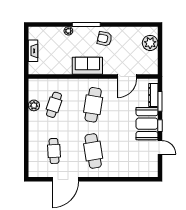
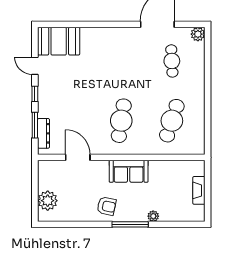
door: (127, 76) -> (78, 157), hinge flipped
plant: (34, 105) -> (198, 34), moved
cafe table: (54, 105) -> (172, 121), width x1.37, depth x1.35
booth: (147, 124) -> (59, 41), moved, turned 90
cafe table: (93, 151) -> (121, 61), removed

